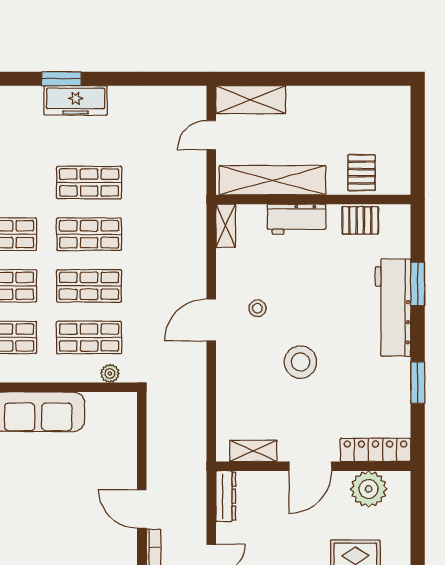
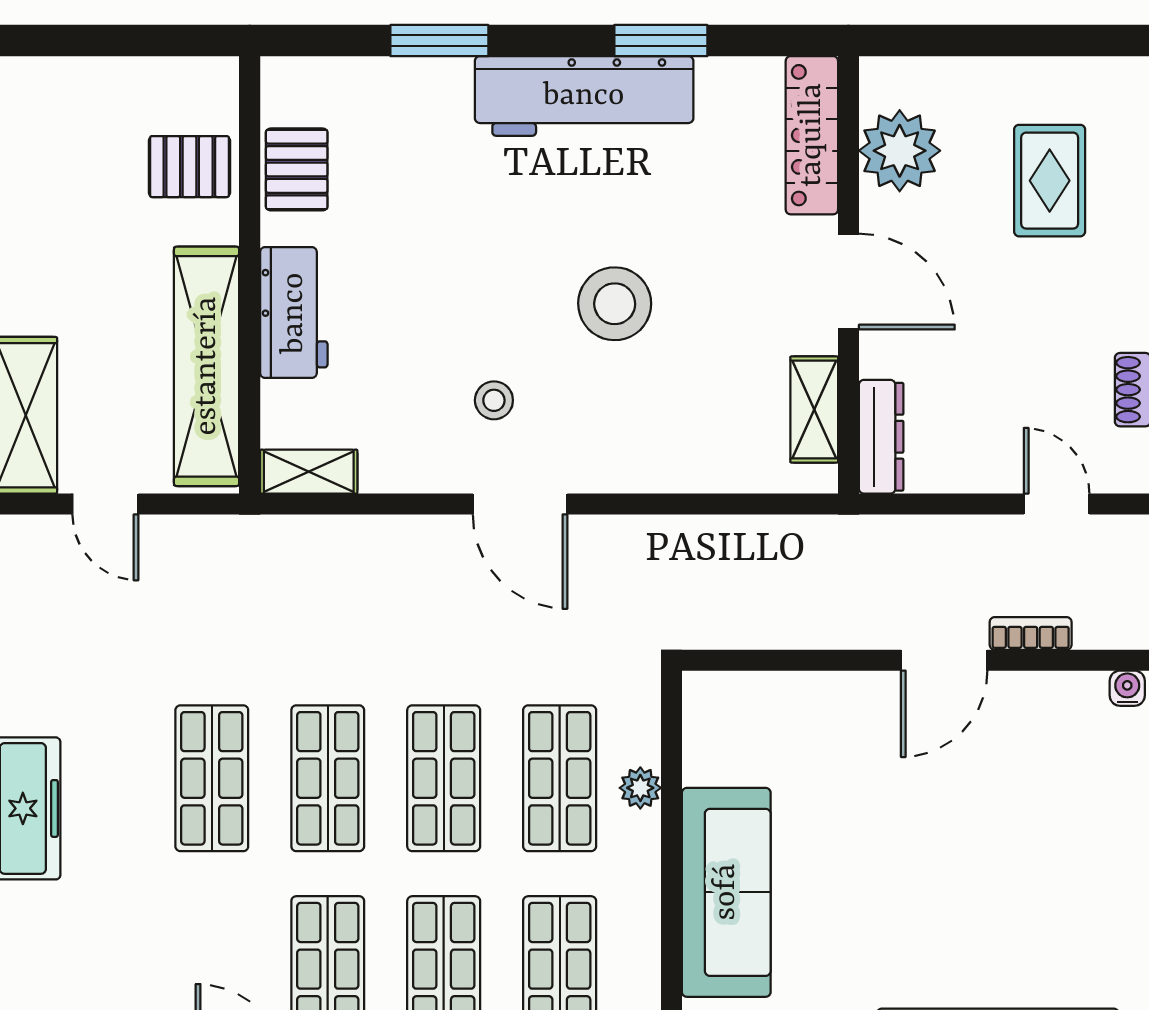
workbench: (393, 308) -> (584, 96), moved
plant: (110, 373) -> (640, 788), moved
dresser: (226, 496) -> (881, 437), moved, turned 90

